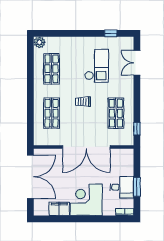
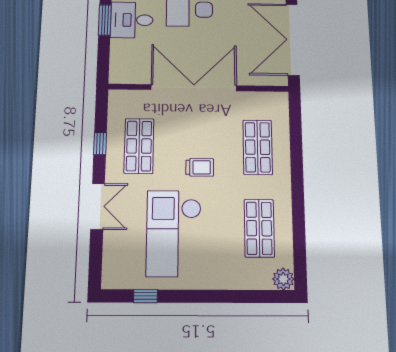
double door: (137, 63) -> (98, 206), moved
checkout: (97, 66) -> (174, 233), width x1.36, depth x1.21
window: (137, 129) -> (100, 144), moved

